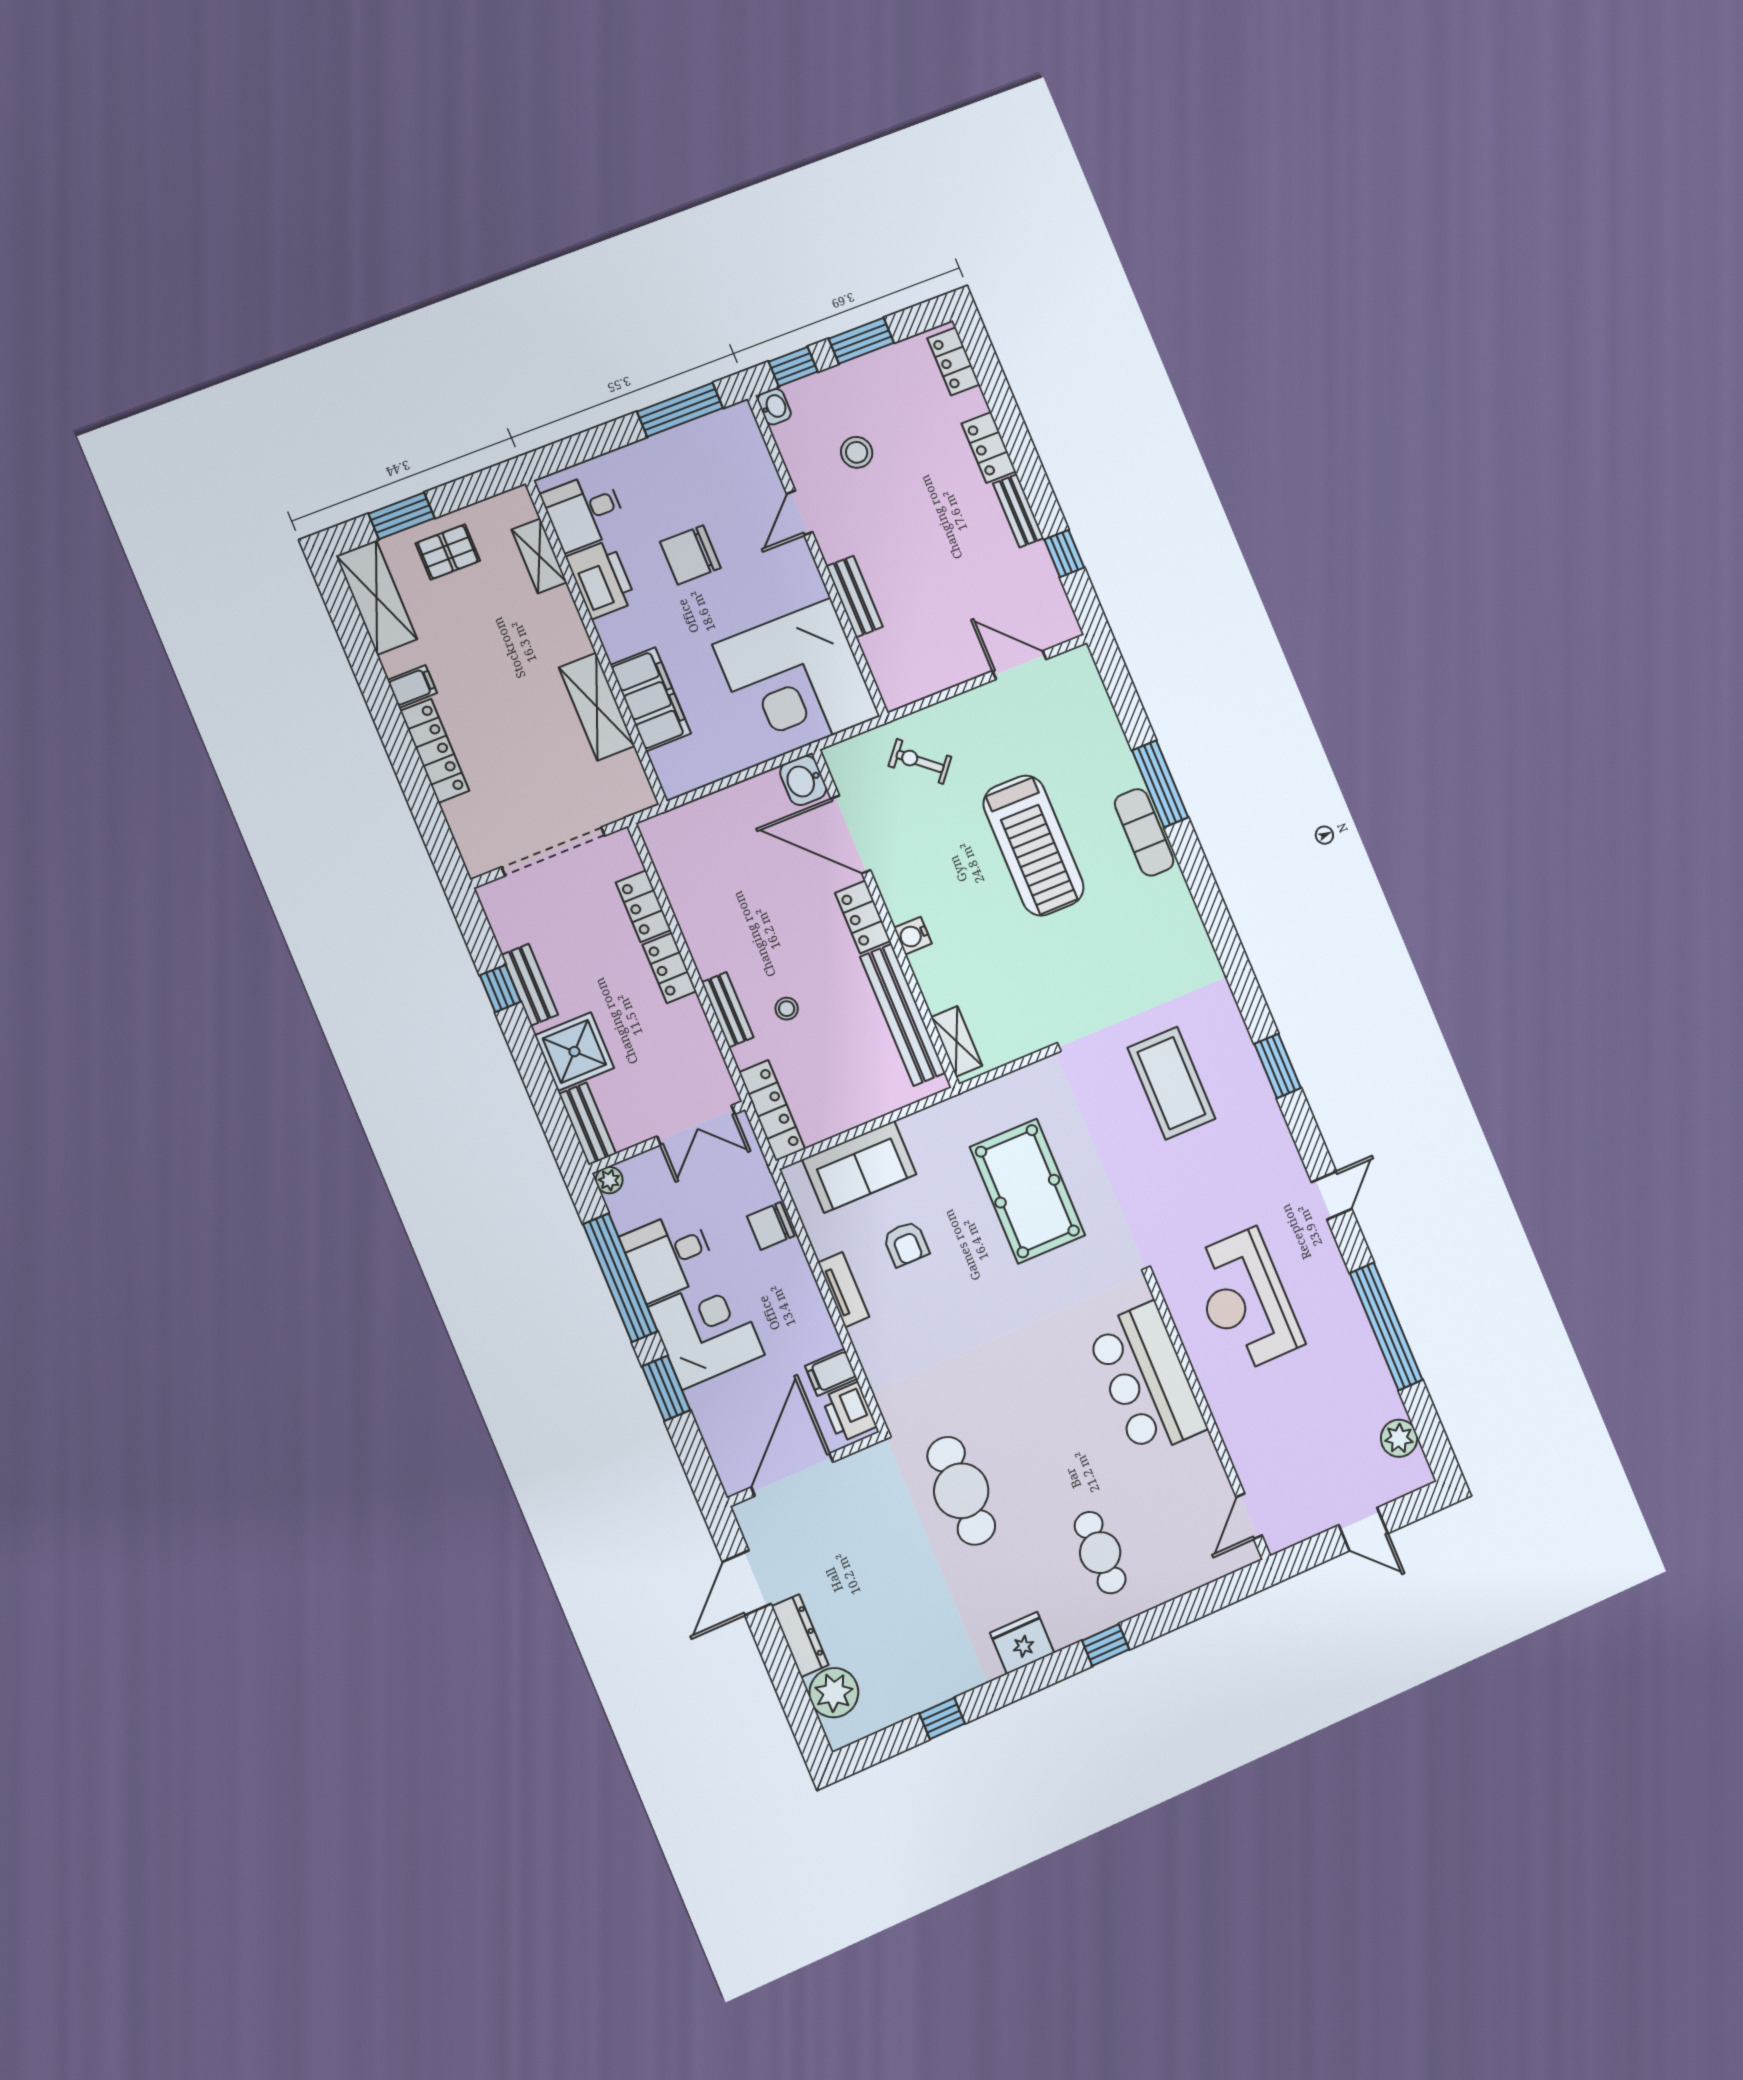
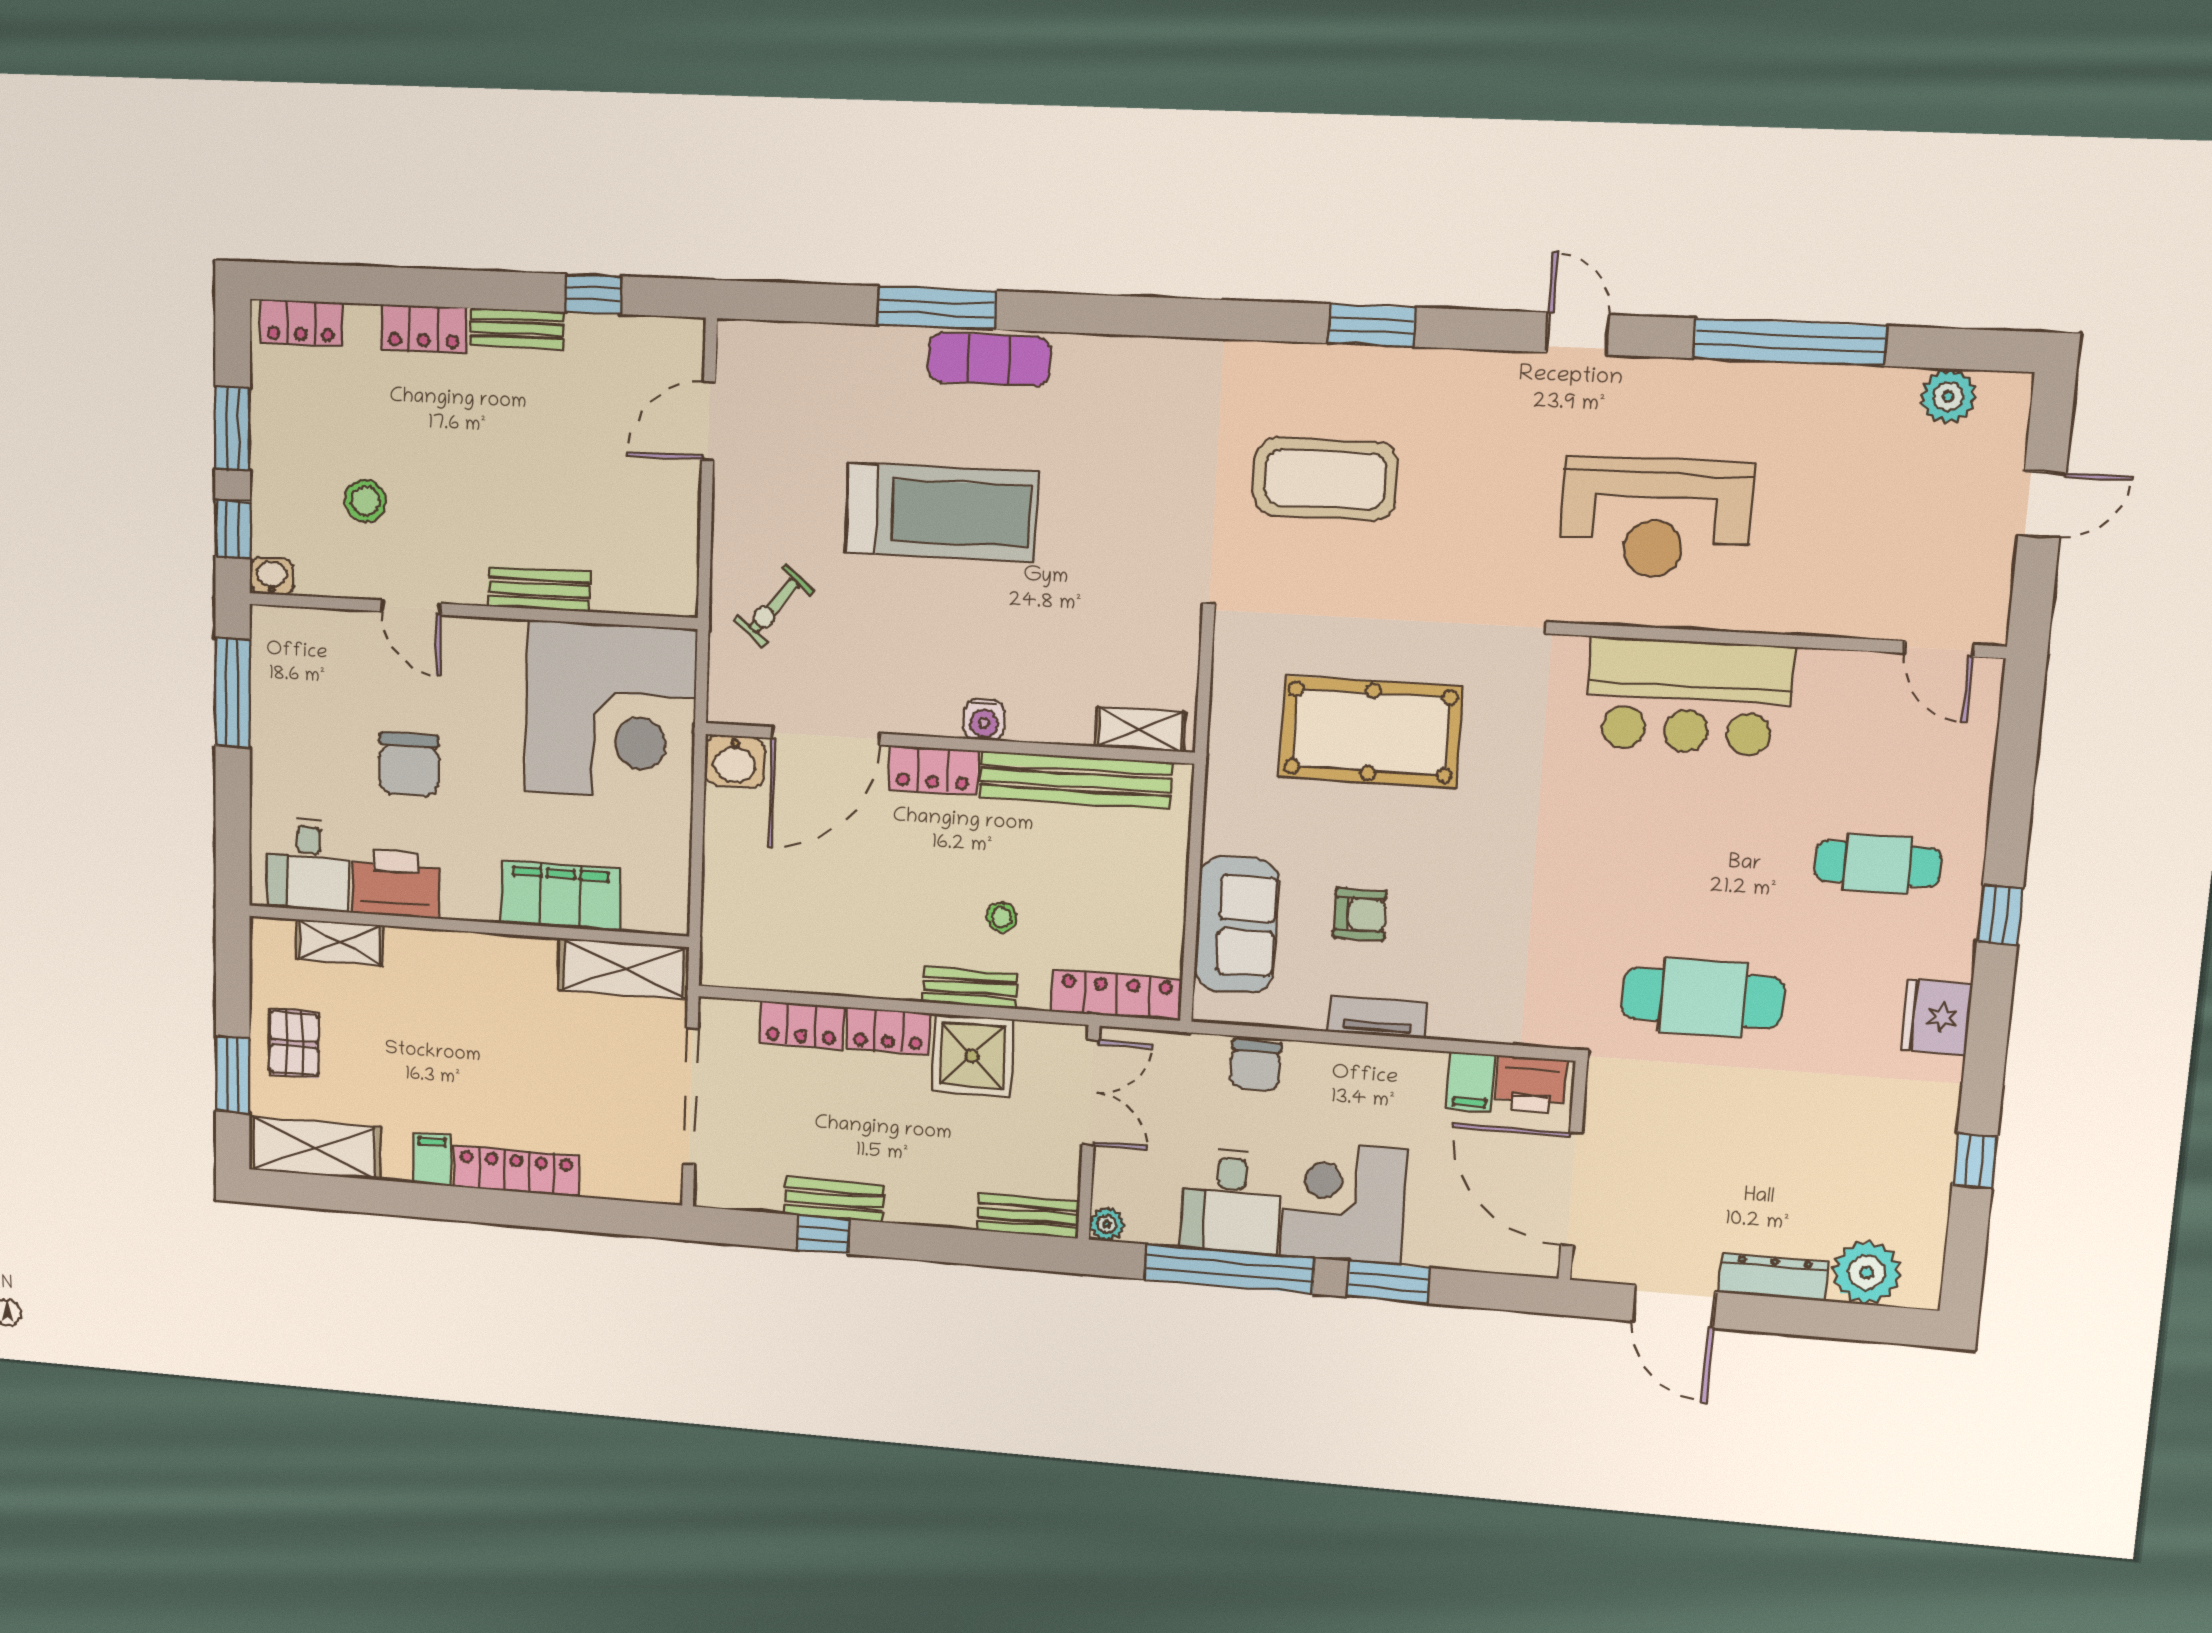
shelving: (597, 707) -> (624, 969), moved
shower: (574, 1052) -> (972, 1056), moved

